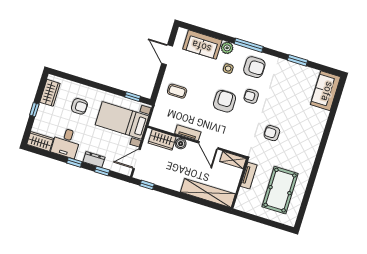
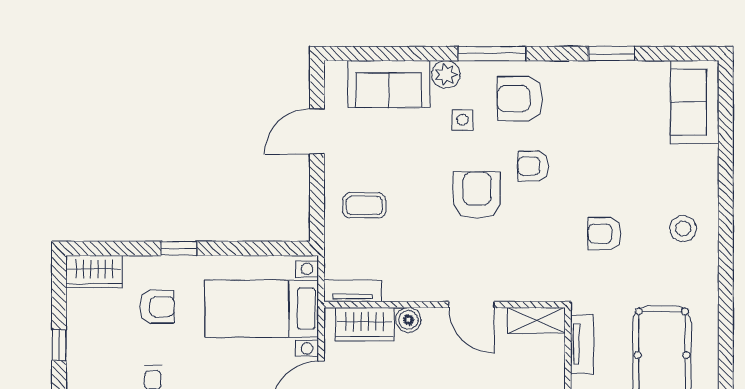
door: (167, 55) -> (317, 131), hinge flipped
armchair: (254, 67) -> (520, 99), turned 180
wardrobe: (50, 93) -> (94, 272), moved, turned 90
window: (133, 97) -> (179, 248), moved
tv unit: (188, 133) -> (353, 291), moved
stool: (305, 141) -> (683, 229), added

